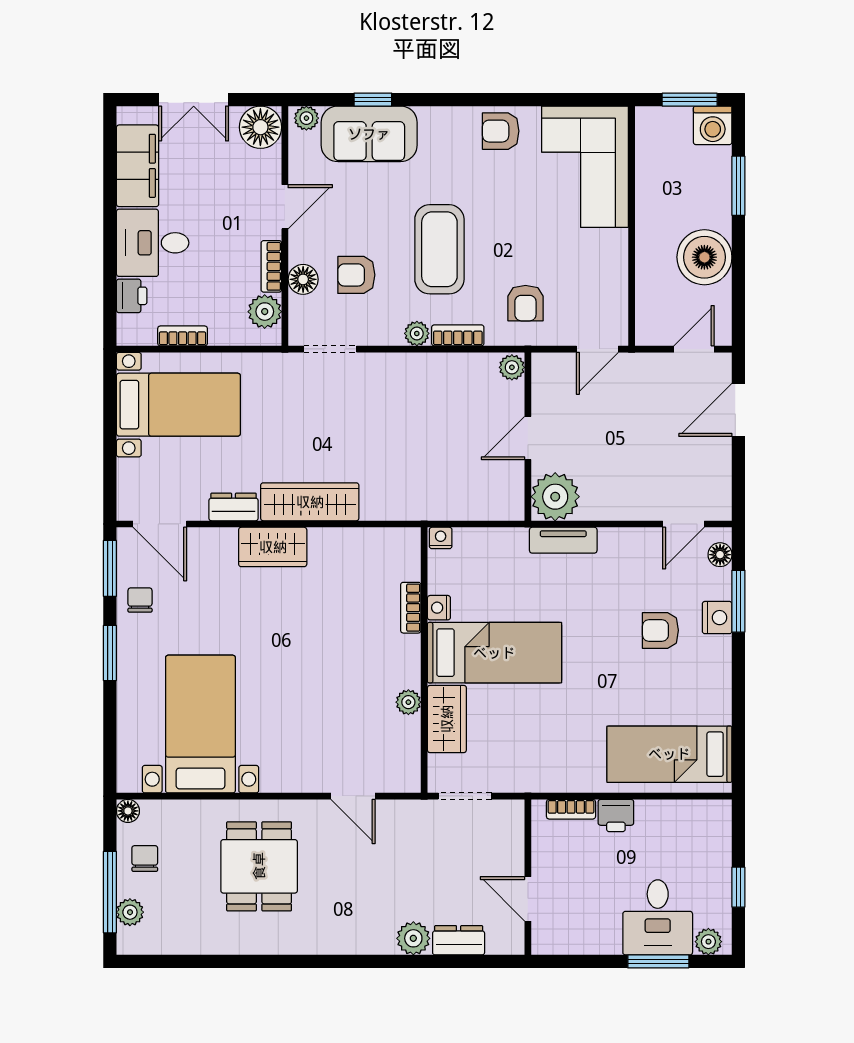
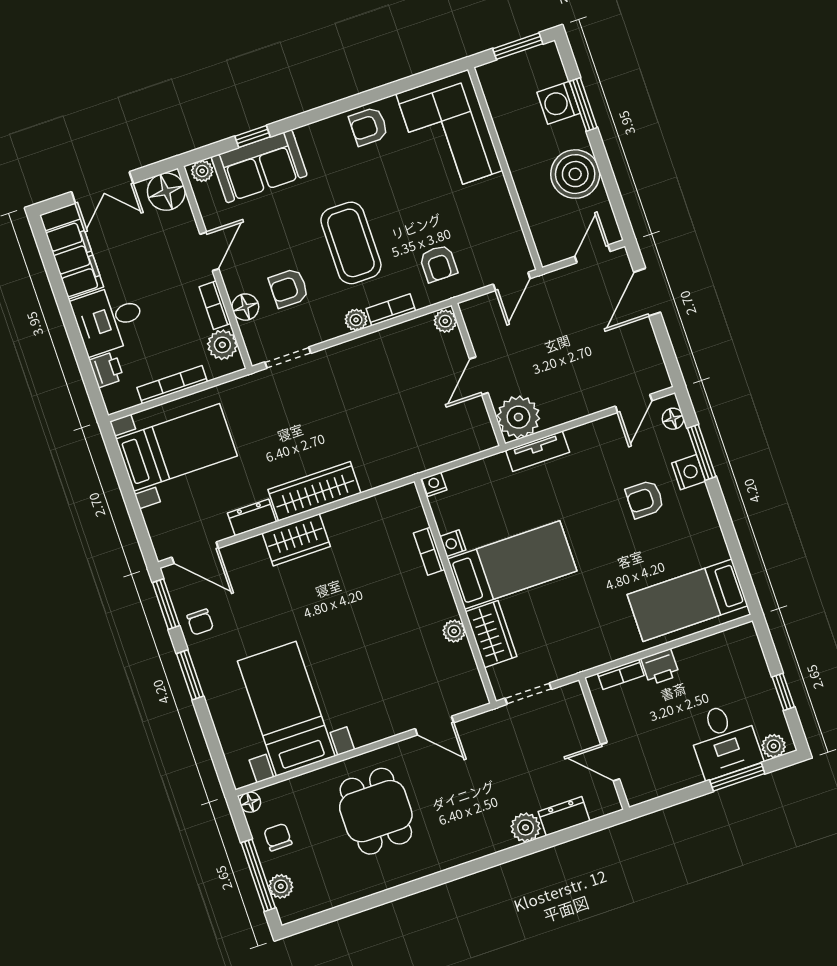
washing machine: (713, 125) -> (559, 103), moved, turned 90
bookcase: (183, 336) -> (172, 385), width x1.56
chair: (140, 600) -> (200, 622), turned 180

